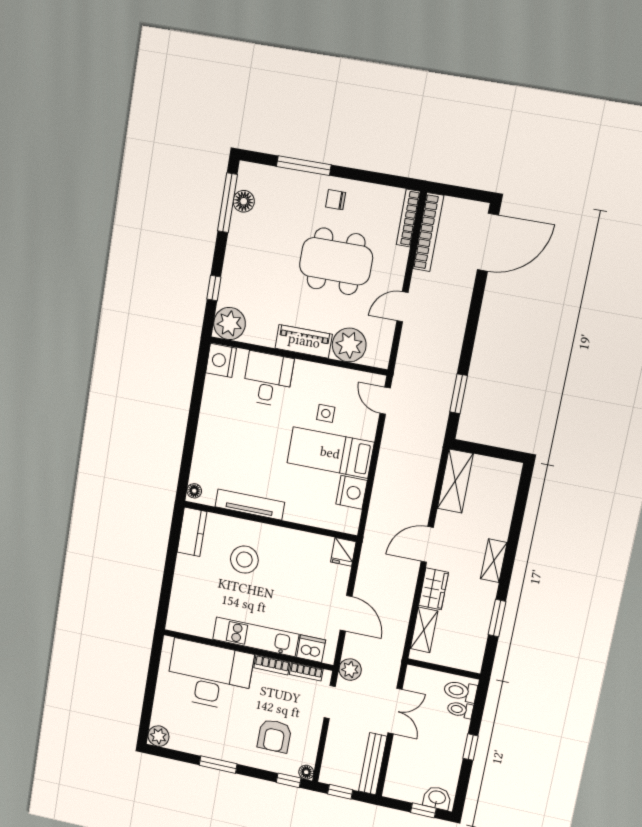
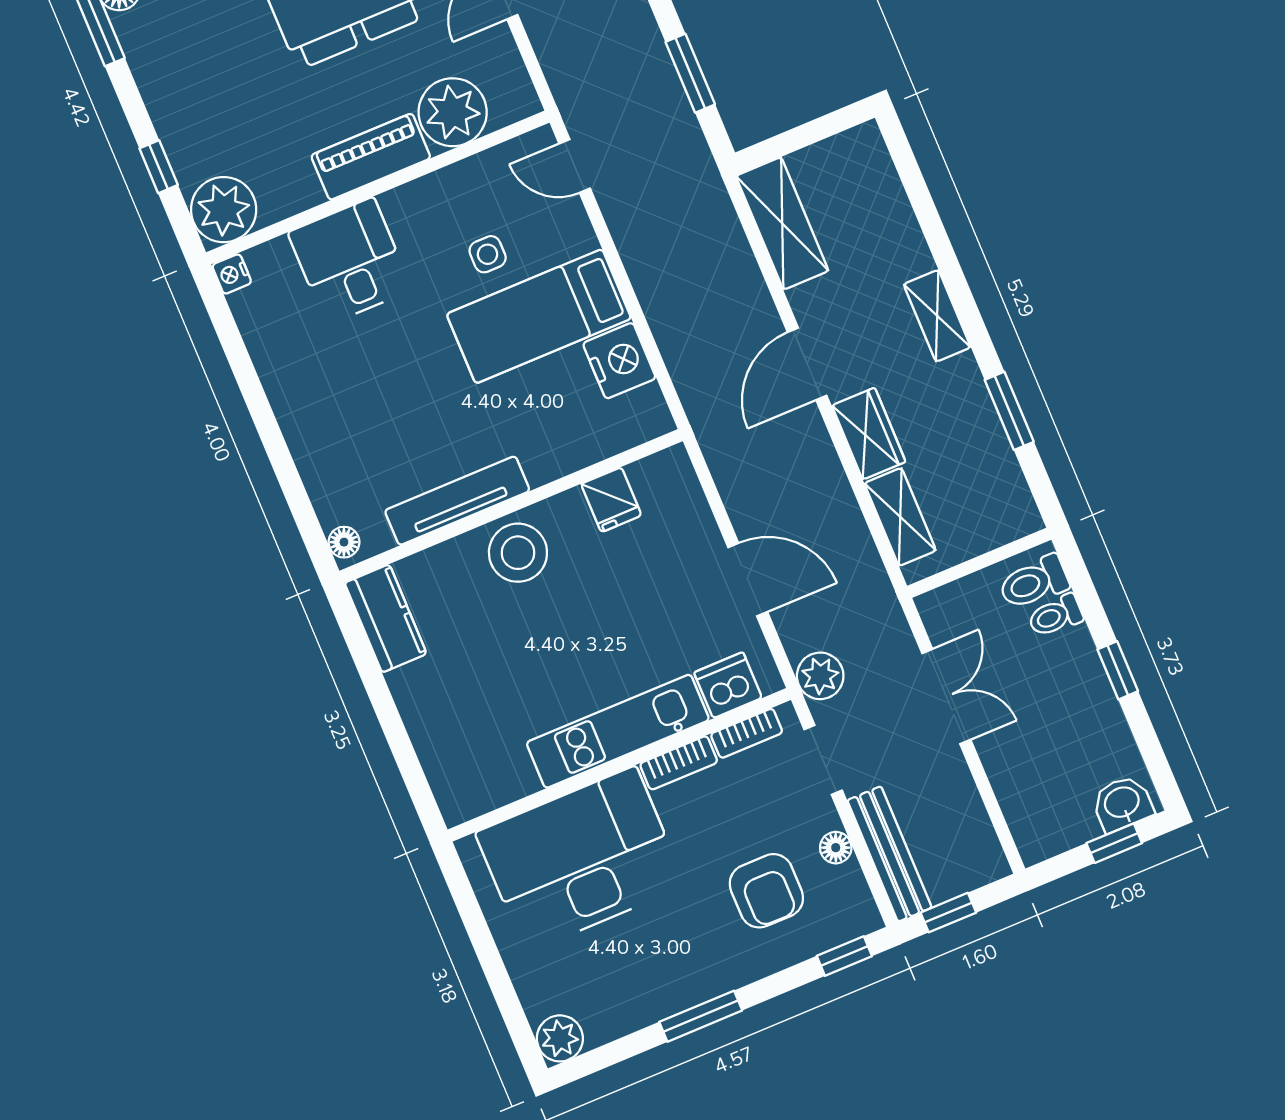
nightstand: (221, 361) -> (232, 274), width x0.53, depth x0.56
fridge: (343, 552) -> (611, 500), moved
stool: (244, 560) -> (518, 553), moved
bench: (373, 764) -> (889, 854), moved
floor lamp: (306, 772) -> (836, 848), moved

